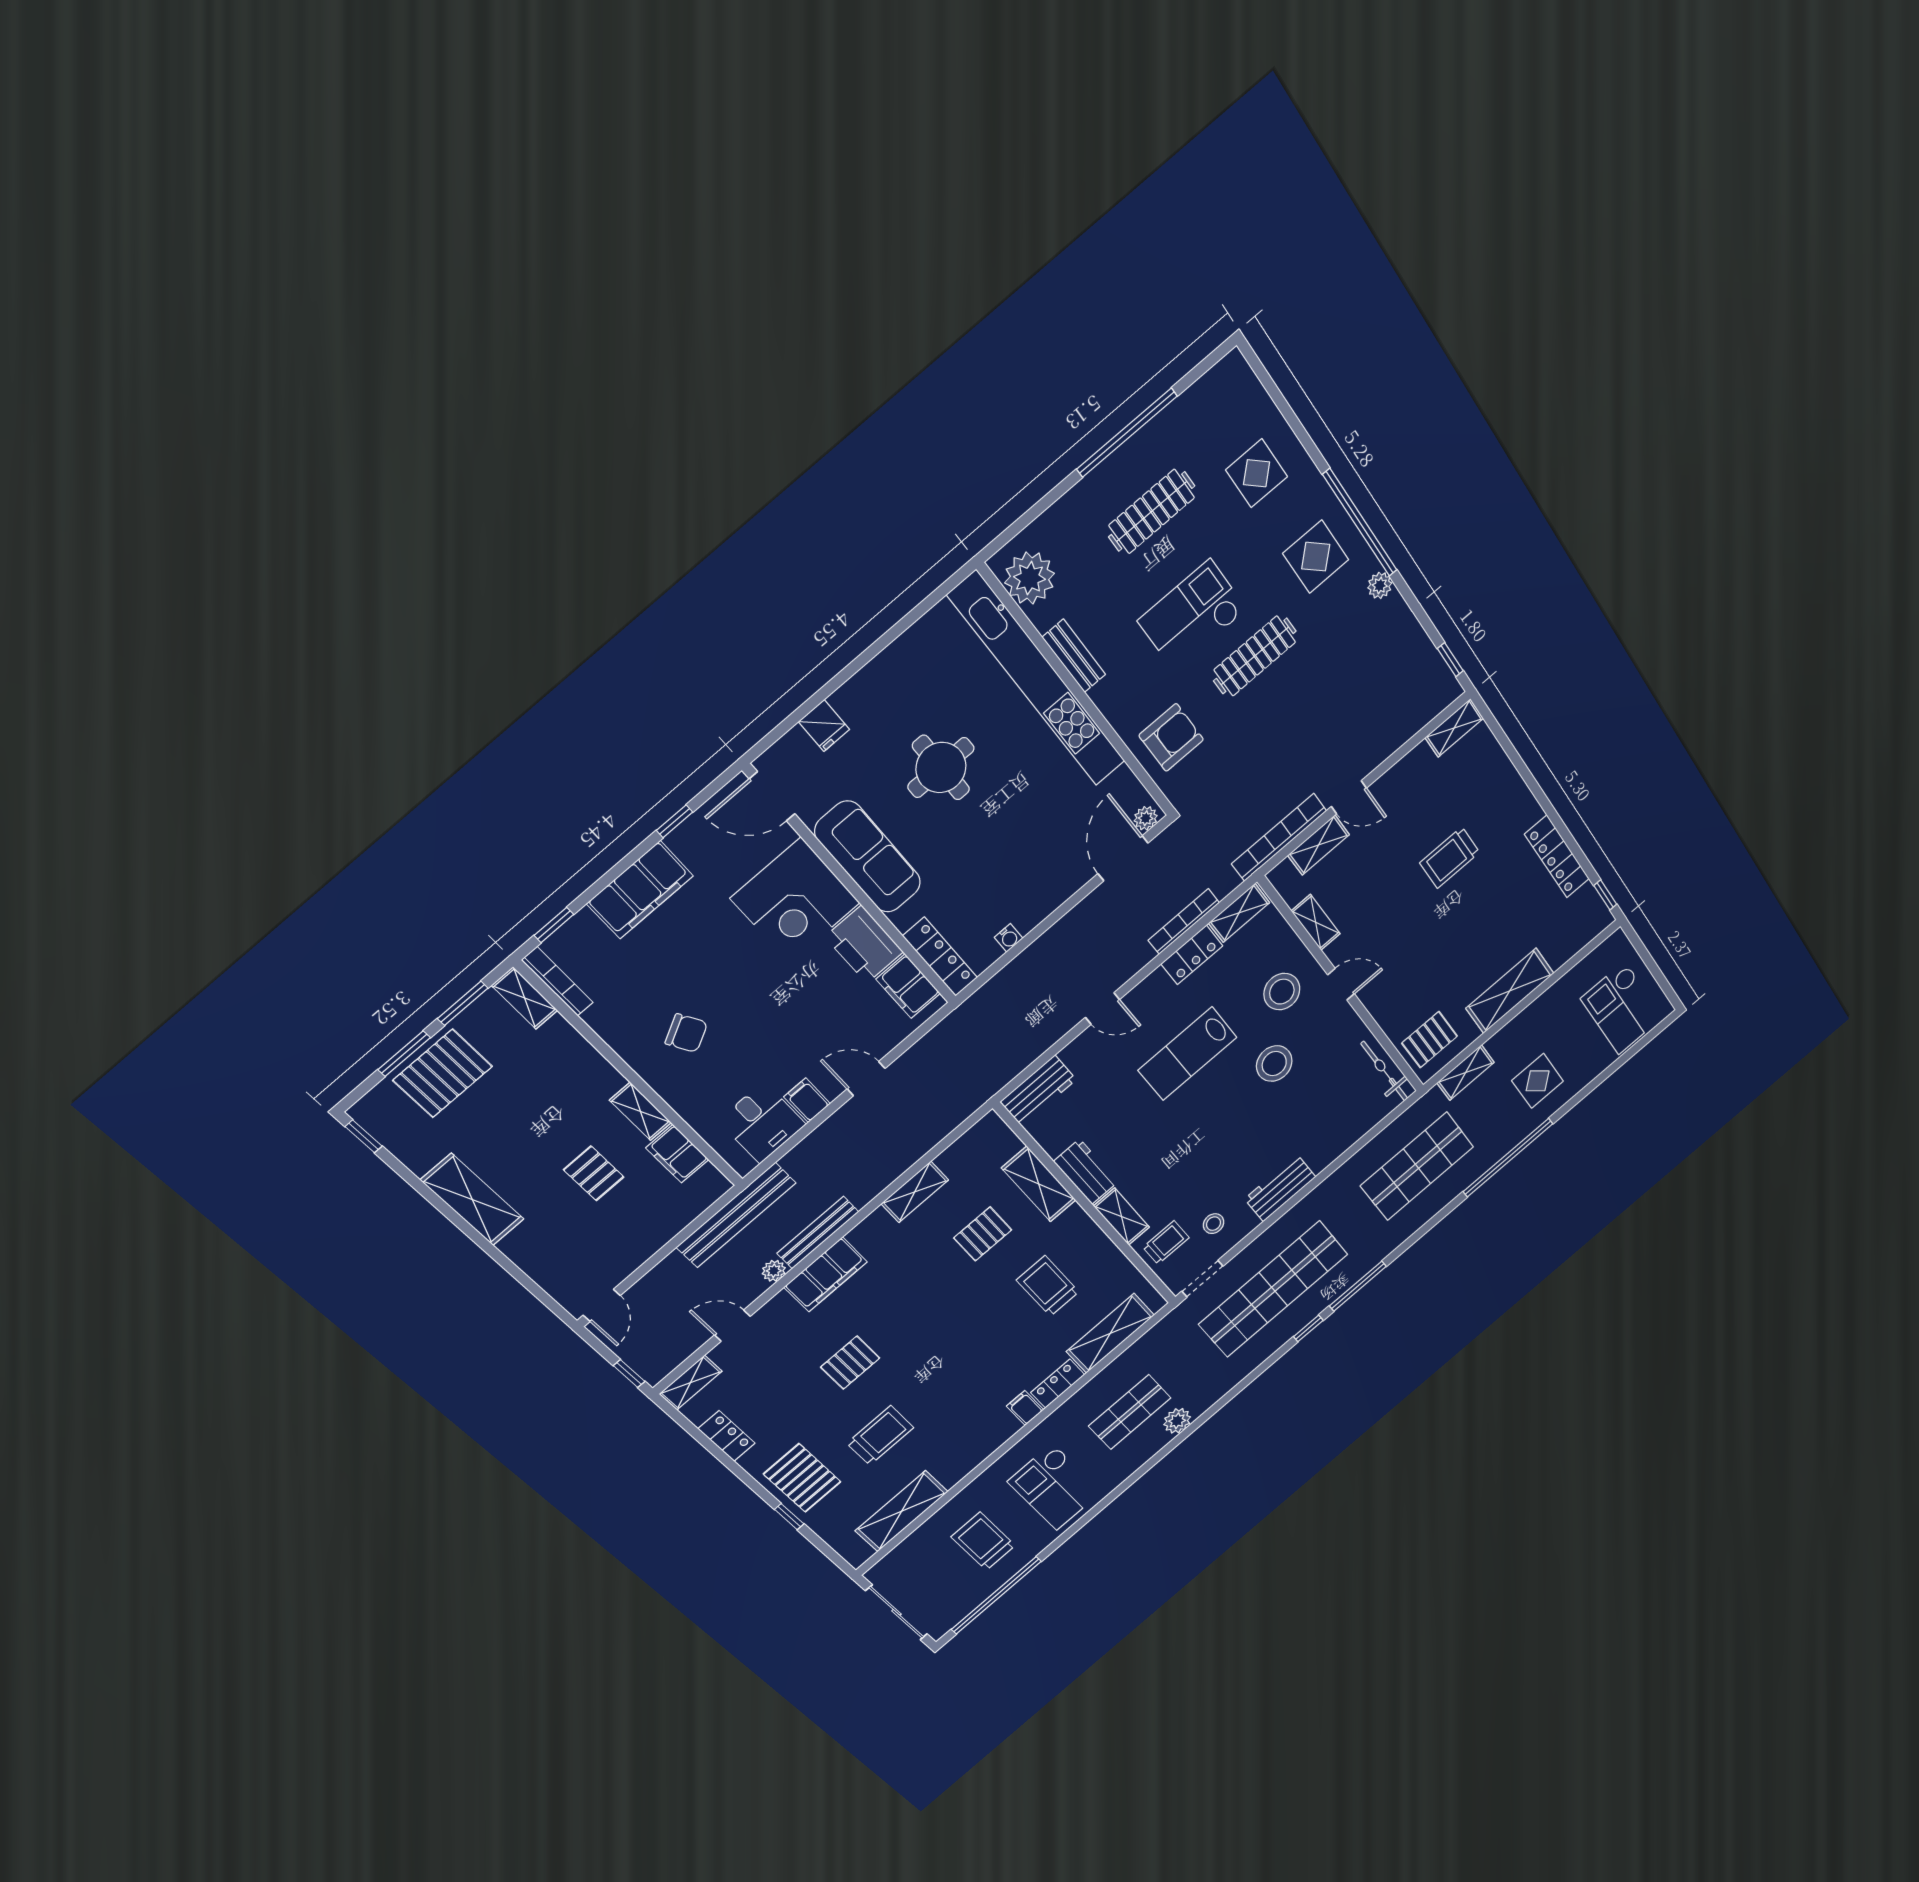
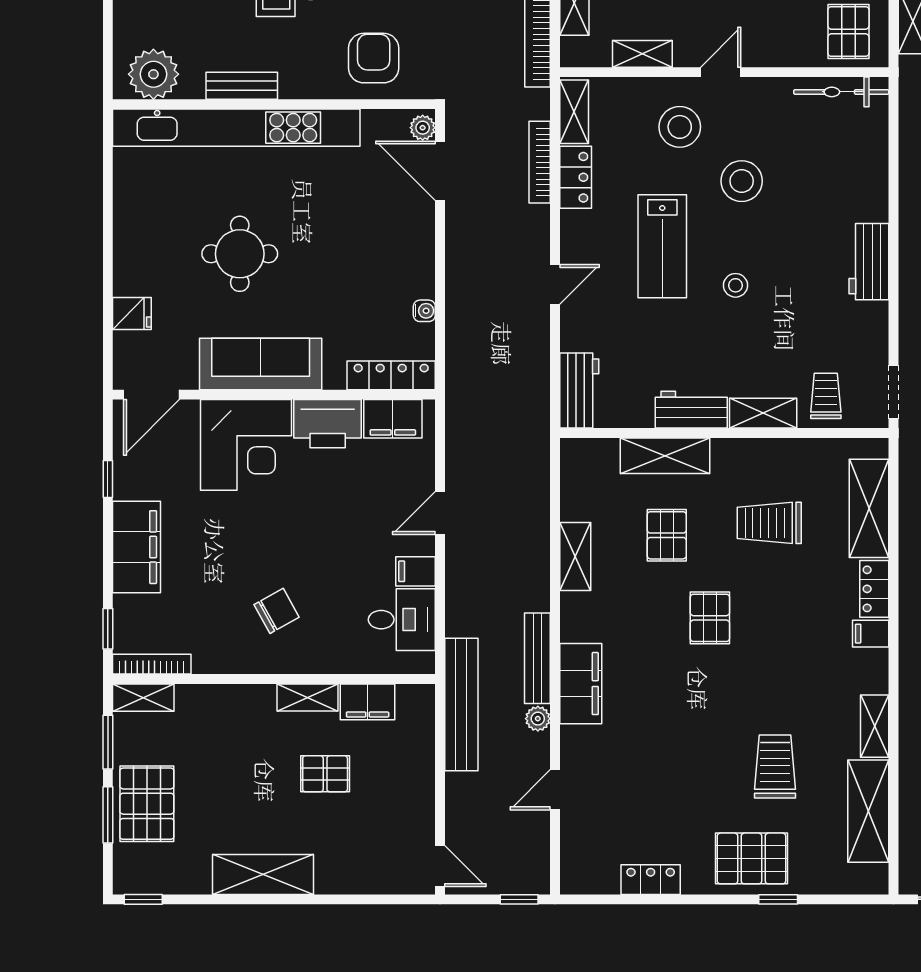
stool: (1214, 1224) -> (735, 285), moved
pallet: (850, 1363) -> (710, 618), moved
shelving: (691, 1383) -> (875, 726), moved

